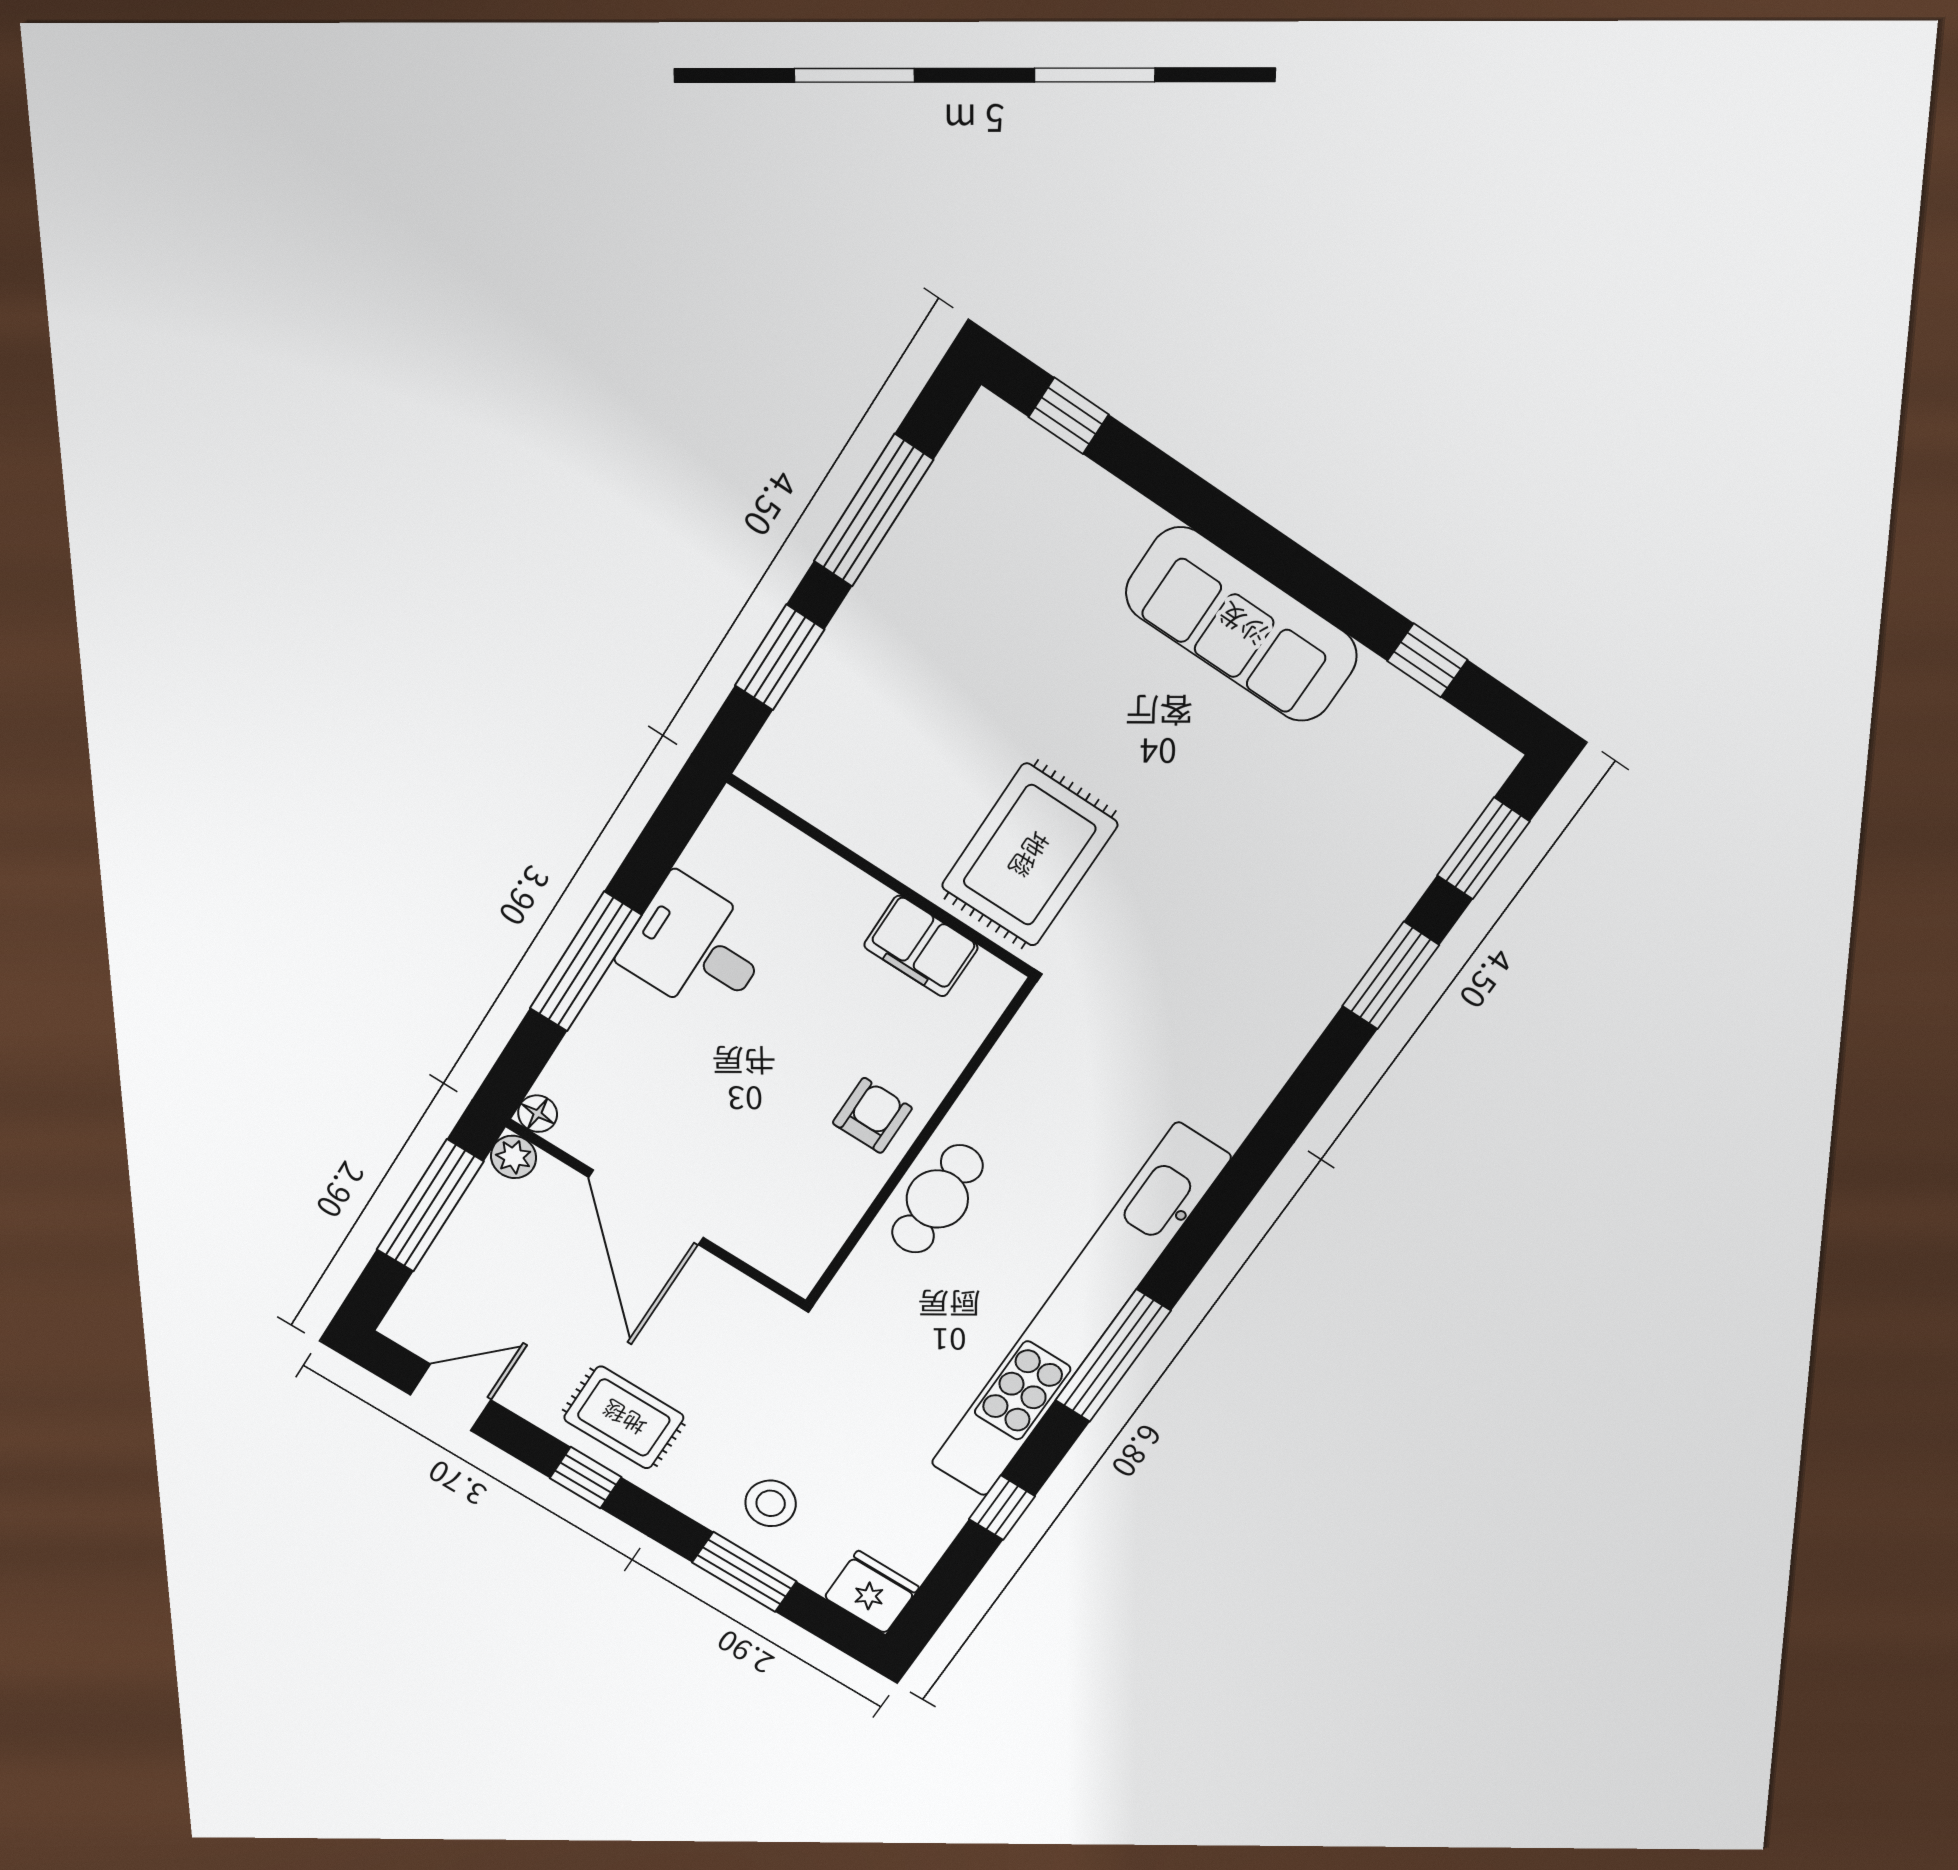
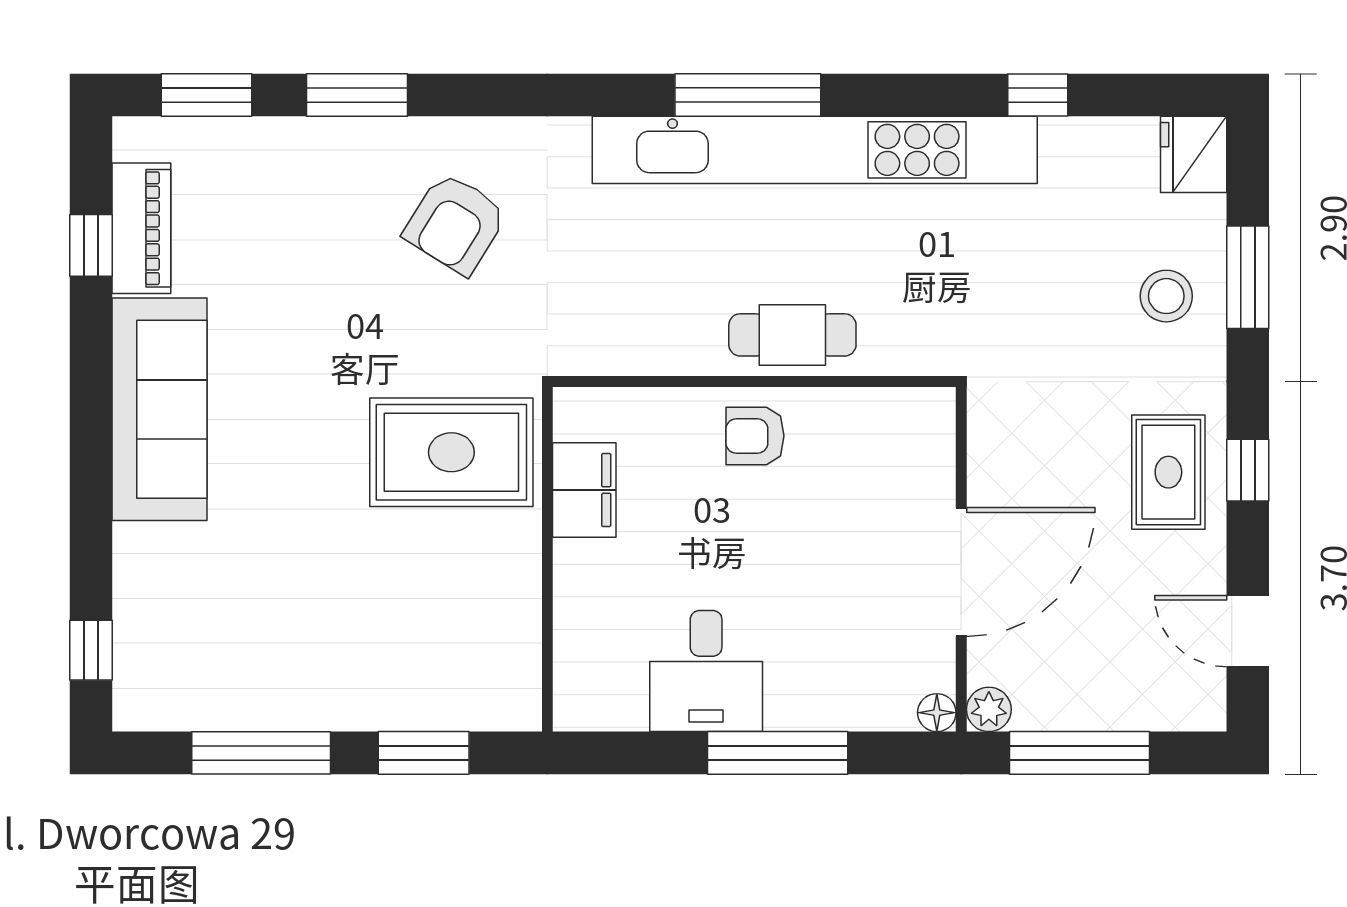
piano: (1410, 715) -> (141, 228), added
armchair: (1223, 986) -> (455, 224), added
window: (1113, 1356) -> (748, 95), moved

